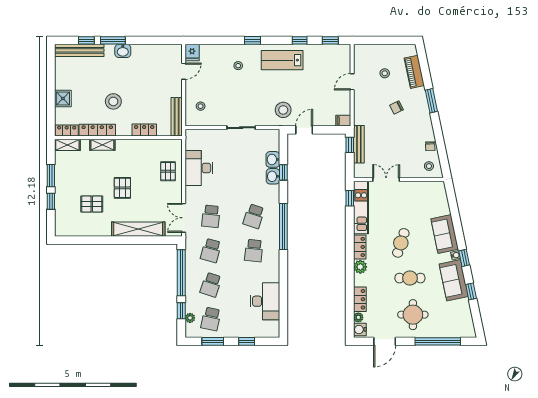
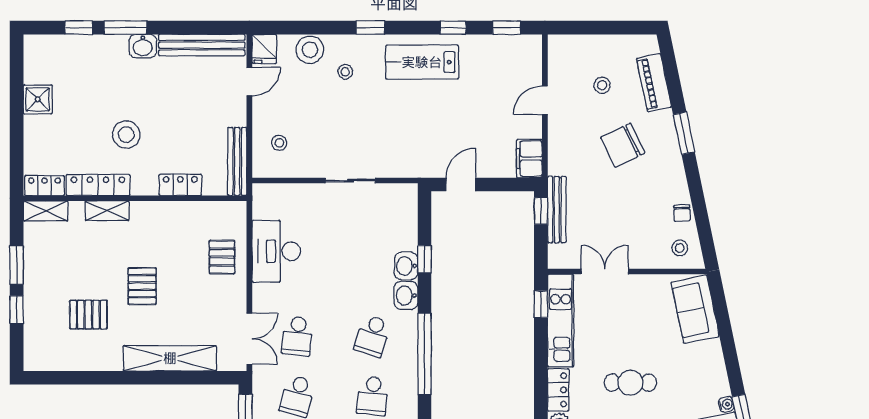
bench: (79, 50) -> (202, 45), moved
shower: (63, 98) -> (38, 99), moved
chair: (396, 107) -> (623, 145), width x1.87, depth x1.87
stool: (283, 110) -> (310, 50), moved
filing cabinet: (343, 121) -> (529, 159), width x2.00
washbasin: (273, 159) -> (406, 296), moved
double door: (184, 218) -> (249, 339), swing flipped
sofa: (445, 234) -> (695, 309), moved
cafe table: (401, 243) -> (630, 383), turned 72

